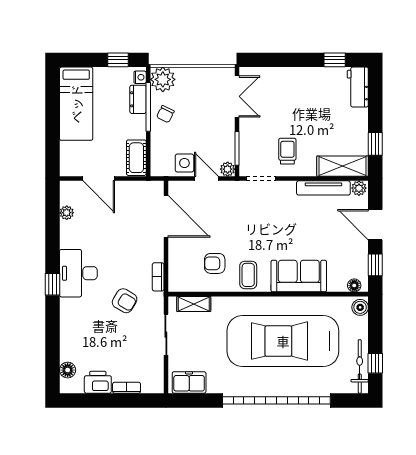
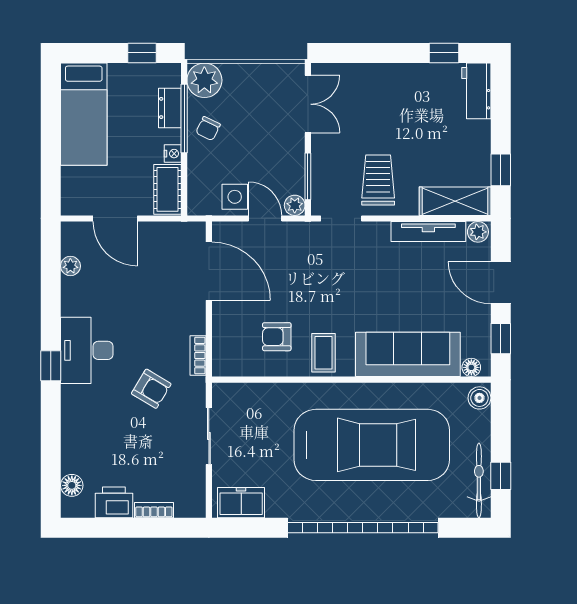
nightstand: (140, 77) -> (173, 154), moved
trolley: (287, 151) -> (378, 180), width x1.36, depth x1.39
sofa: (299, 276) -> (408, 354), width x1.36
shelving: (194, 304) -> (248, 393), removed
car: (283, 341) -> (372, 445), turned 180

